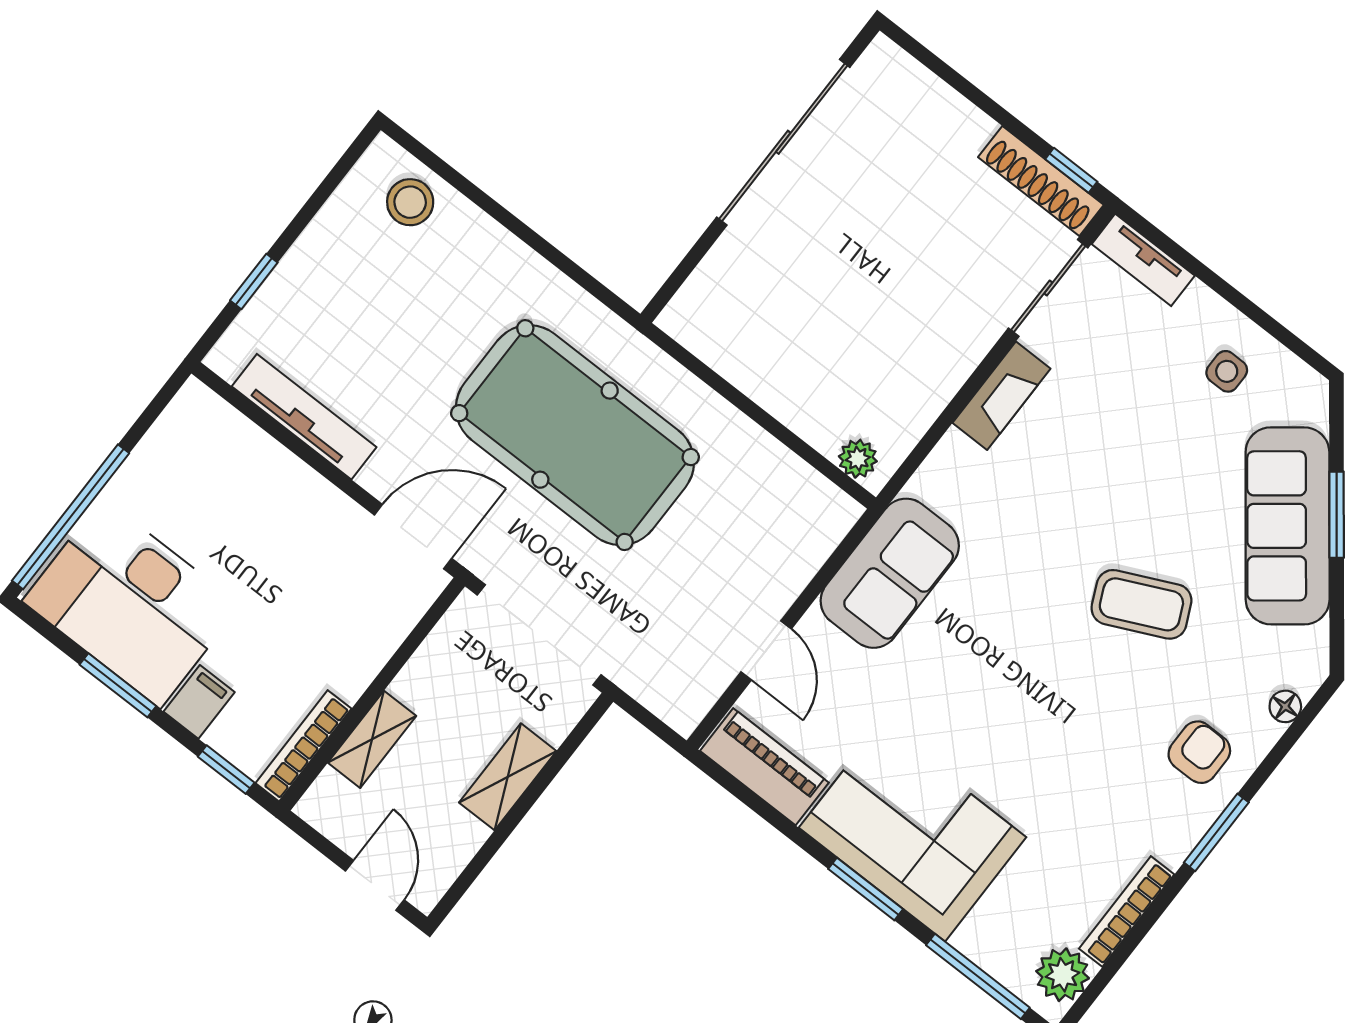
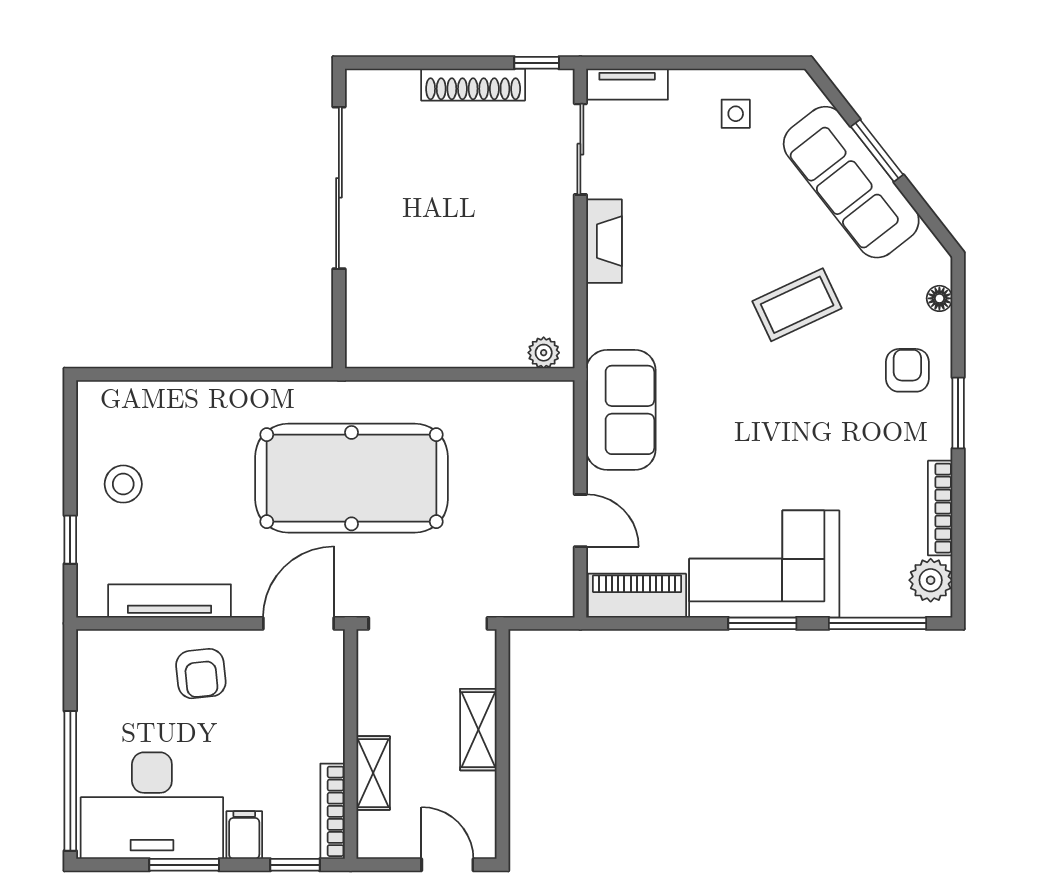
shoe rack: (1041, 181) -> (473, 85), moved
stool: (410, 202) -> (123, 484), moved
armchair: (280, 511) -> (201, 674), added

